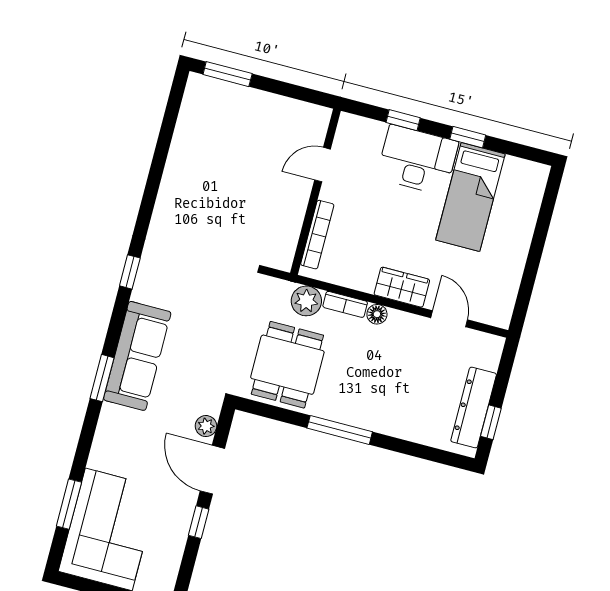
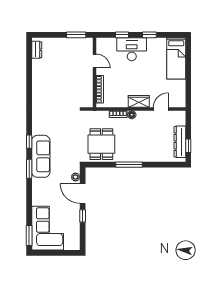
window: (228, 74) -> (76, 35), moved
dresser: (193, 102) -> (37, 50), added
door: (323, 165) -> (95, 61), swing flipped
bed: (470, 197) -> (176, 58), moved
window: (130, 272) -> (29, 142), moved
plant: (306, 301) -> (102, 117), removed
door: (449, 319) -> (161, 109), hinge flipped
window: (69, 504) -> (29, 235), moved

